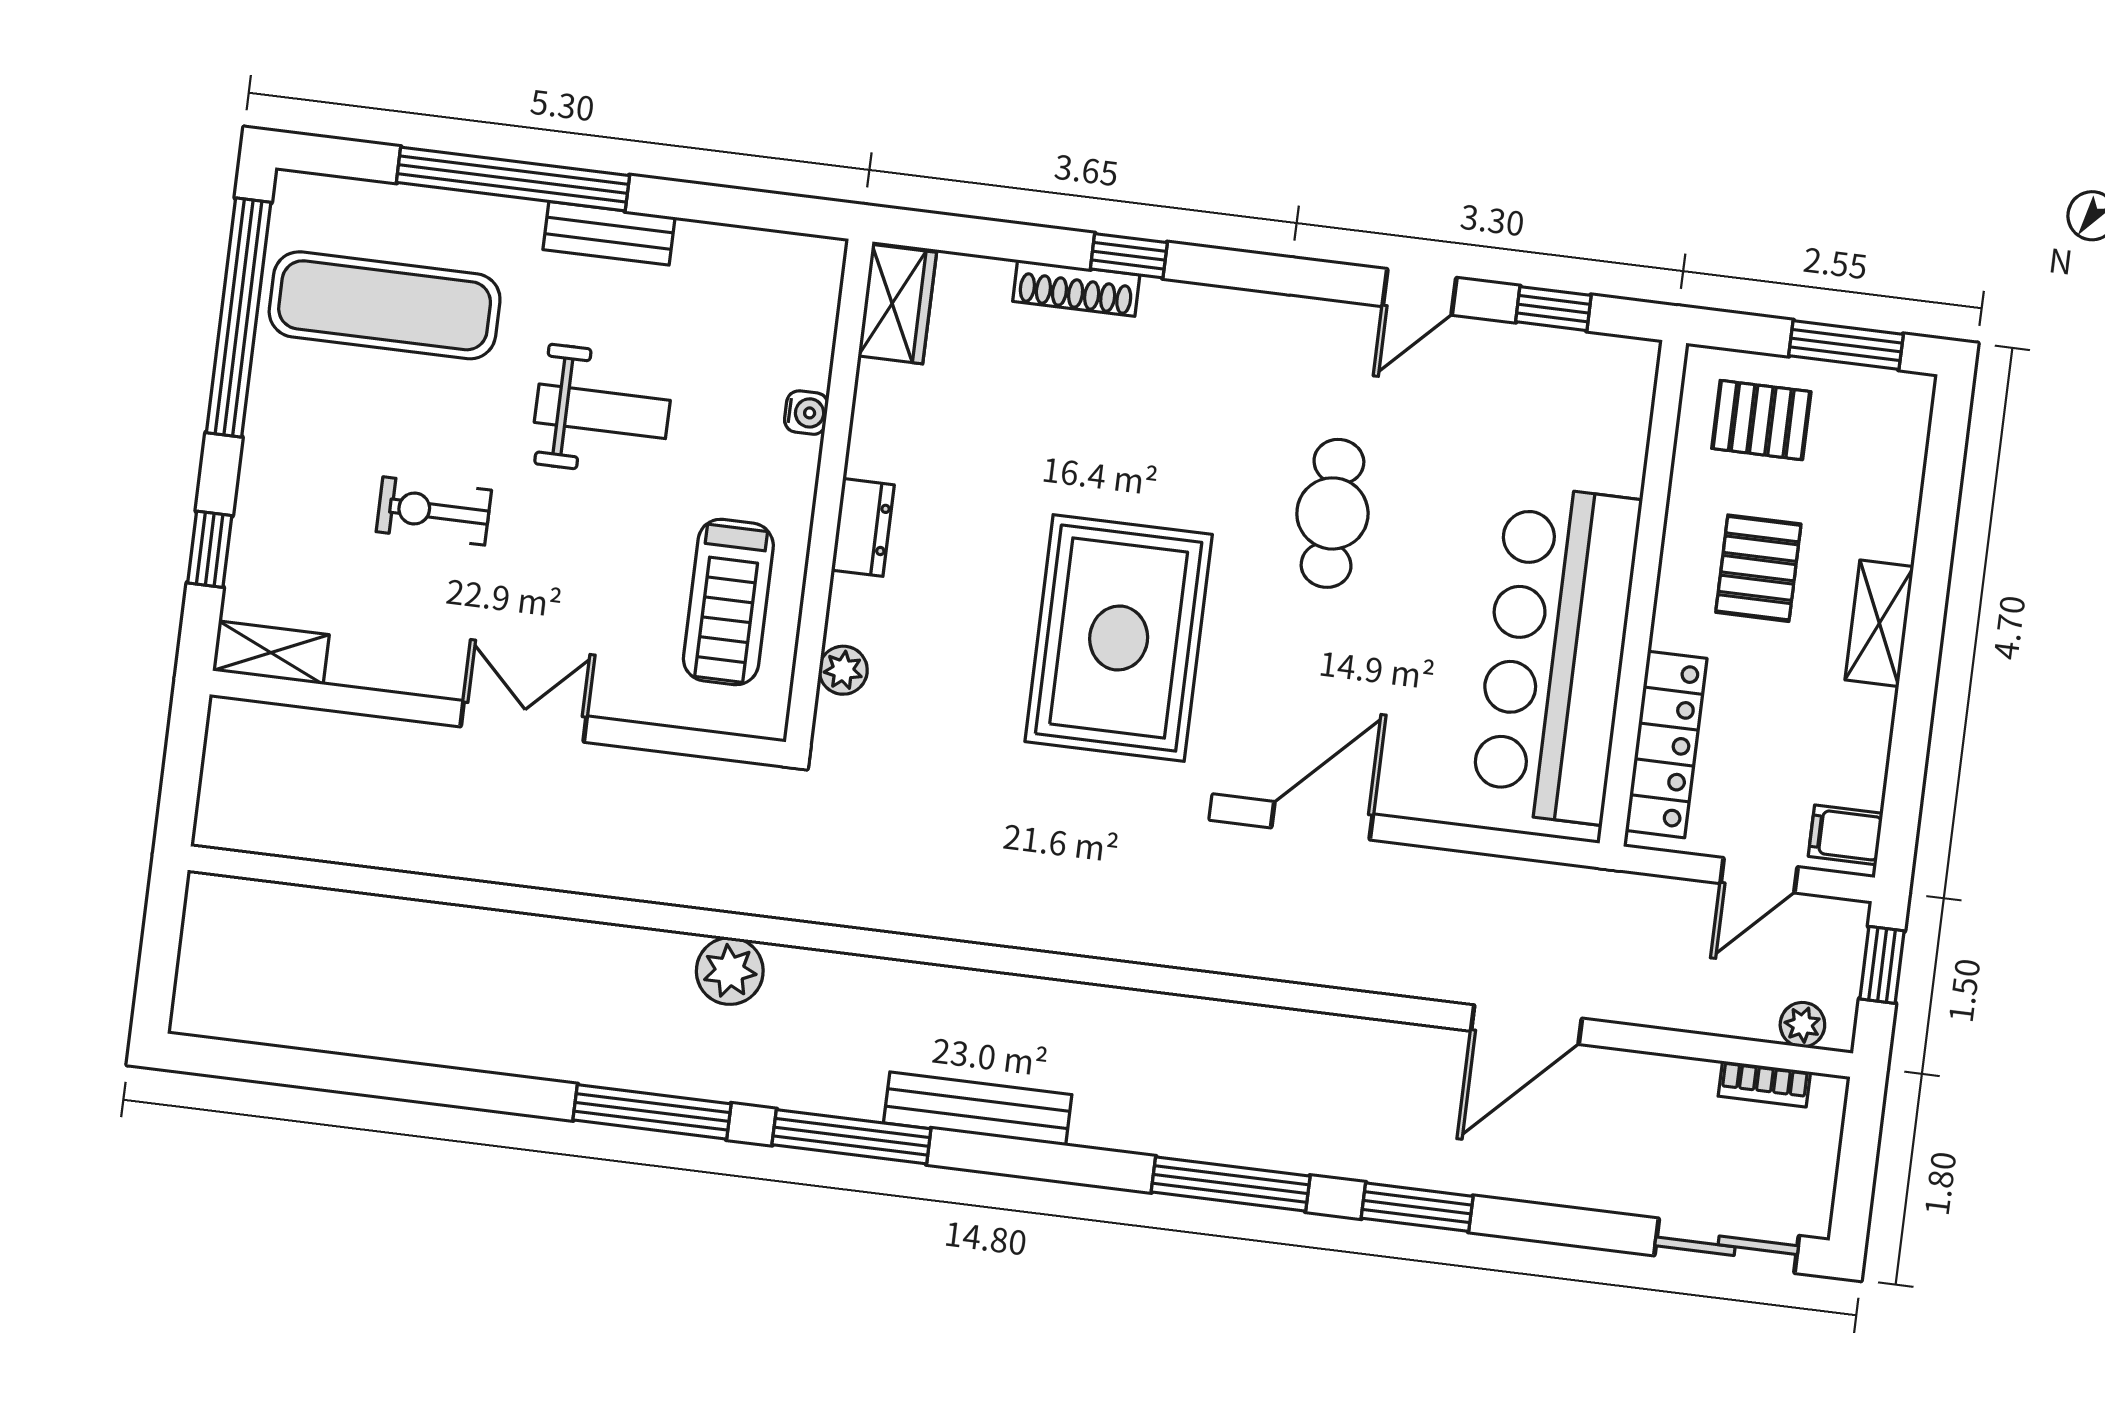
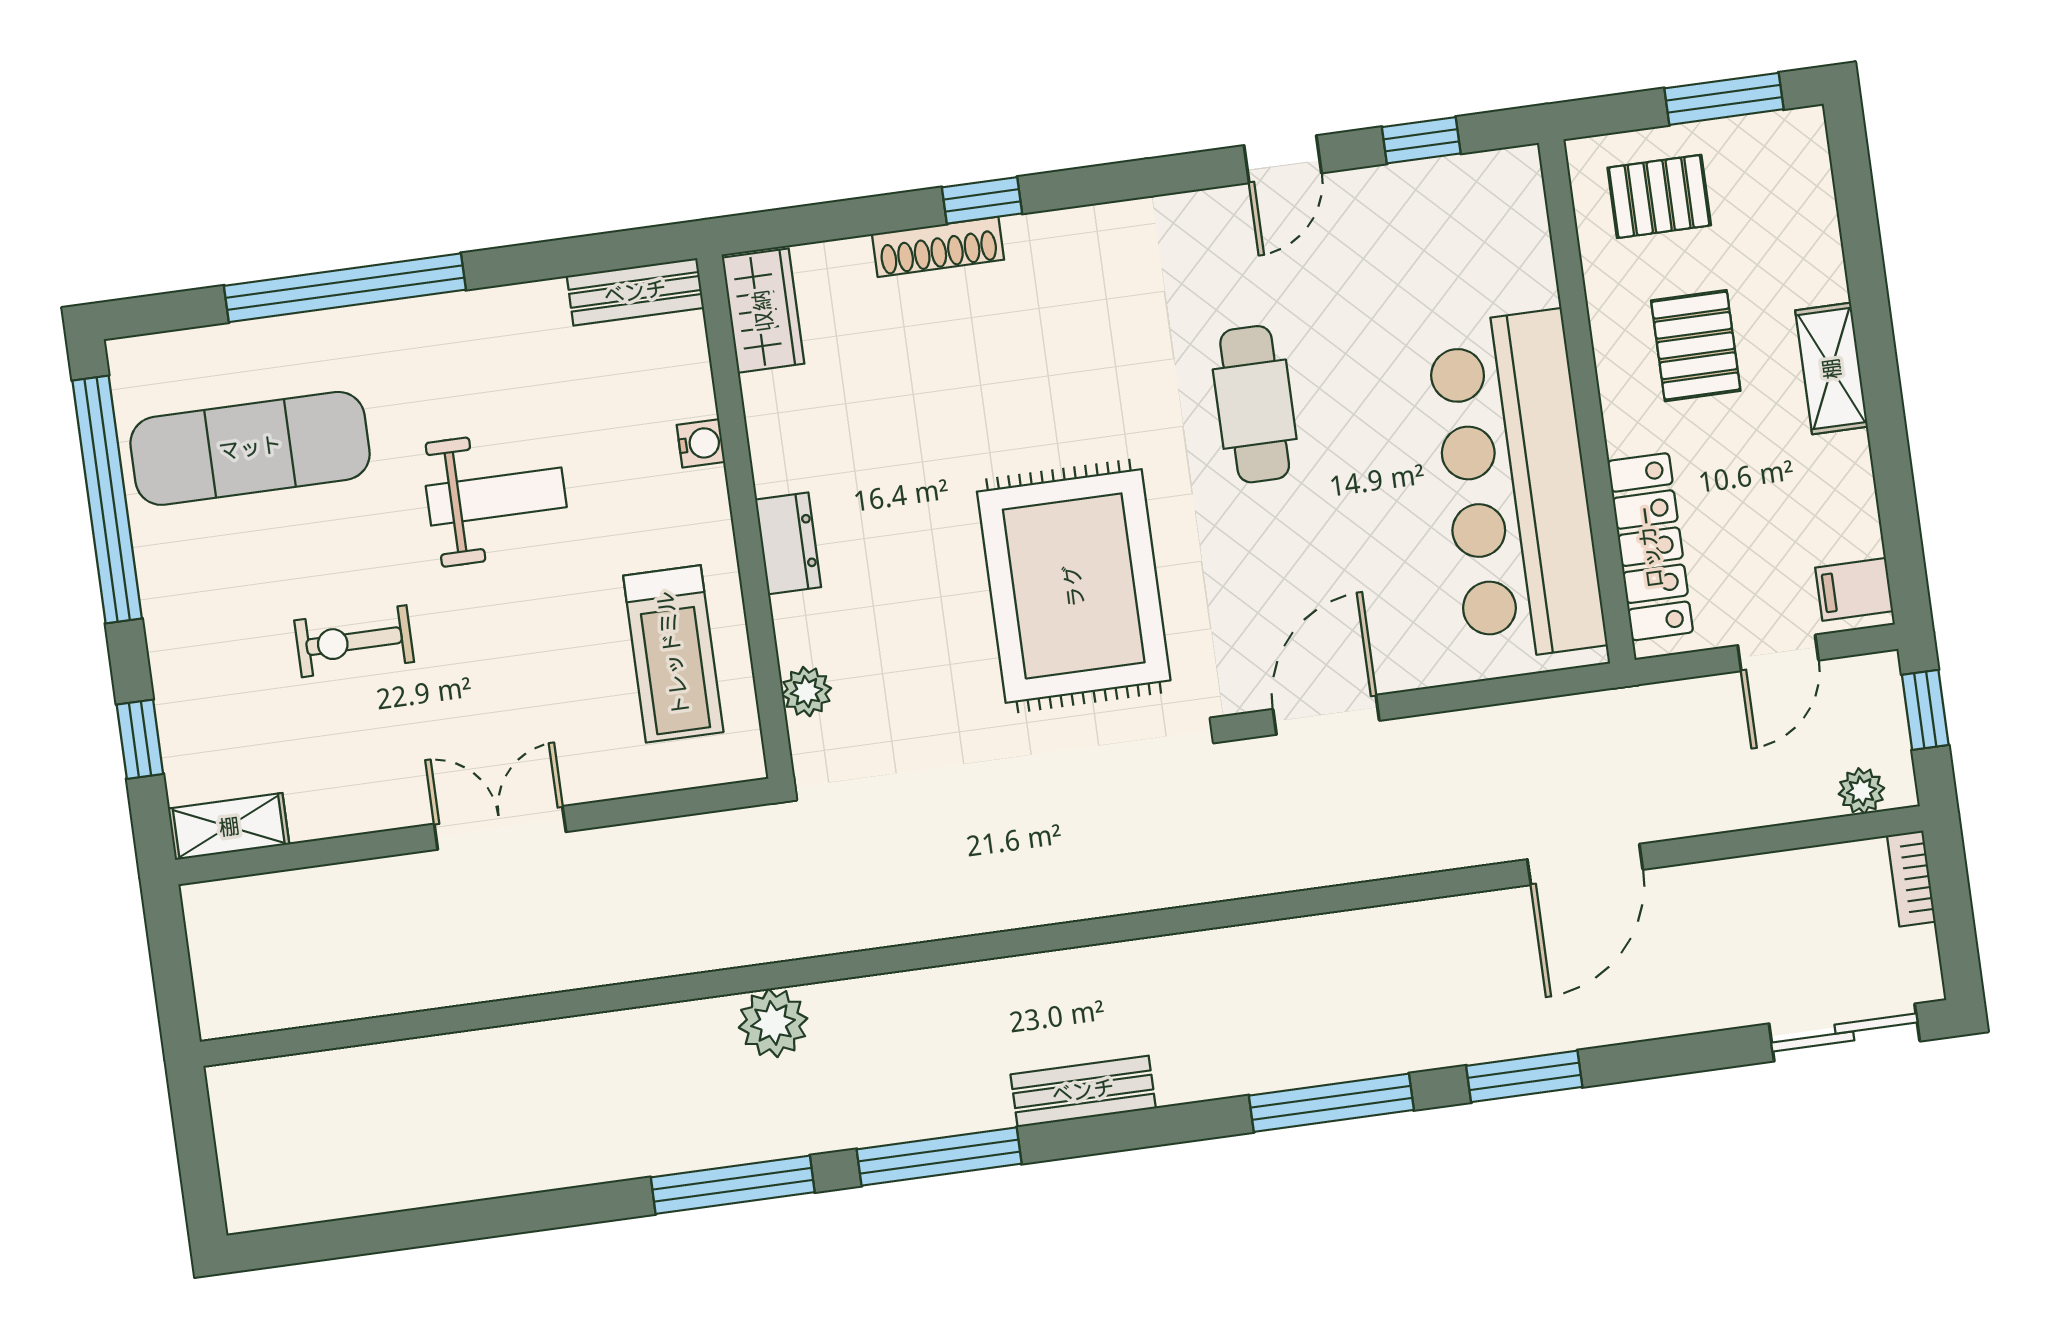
bench: (609, 233) -> (635, 292), moved
bookcase: (1764, 1084) -> (1911, 878), moved, turned 90
bench: (978, 1109) -> (1083, 1091), width x0.73

